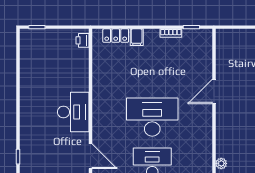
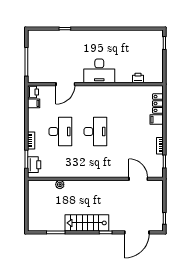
printer: (82, 40) -> (138, 78), moved
door: (214, 91) -> (138, 179), moved
desk: (152, 117) -> (95, 132), width x0.73, depth x0.77

